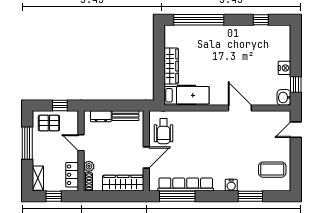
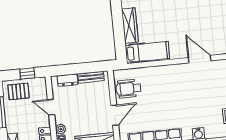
wheelchair: (164, 131) -> (129, 89), turned 90

